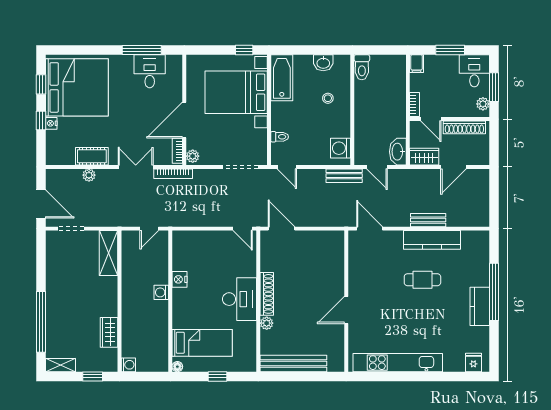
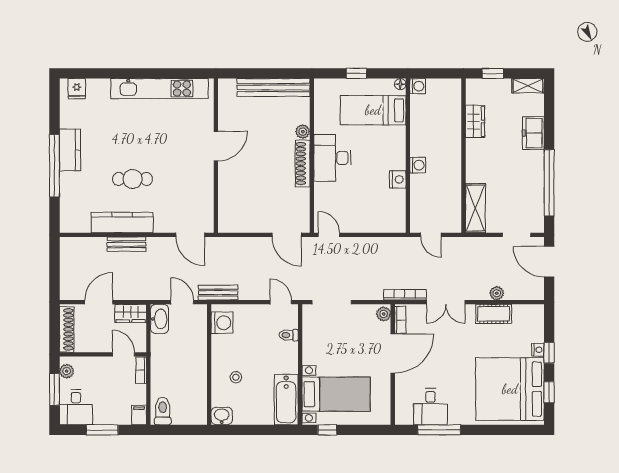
washbasin: (323, 63) -> (222, 416), moved
toilet: (362, 67) -> (163, 411), moved
bed with nightstands: (236, 92) -> (336, 394), width x0.73
shoe rack: (464, 127) -> (67, 329), moved, turned 90
door: (149, 229) -> (431, 235), swing flipped
window: (41, 322) -> (549, 183), moved
freezer: (56, 322) -> (533, 133), added
washing machine: (128, 365) -> (418, 86), moved, turned 180

